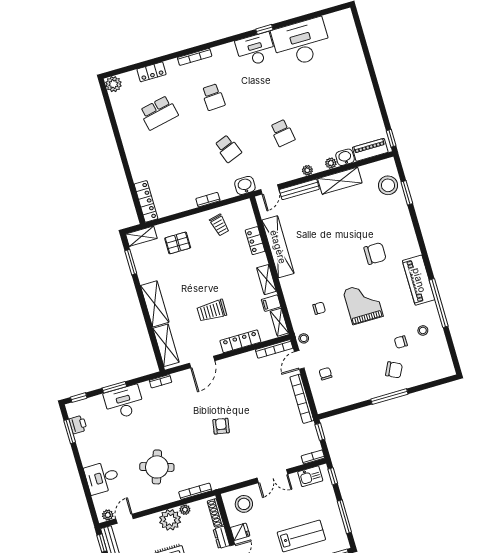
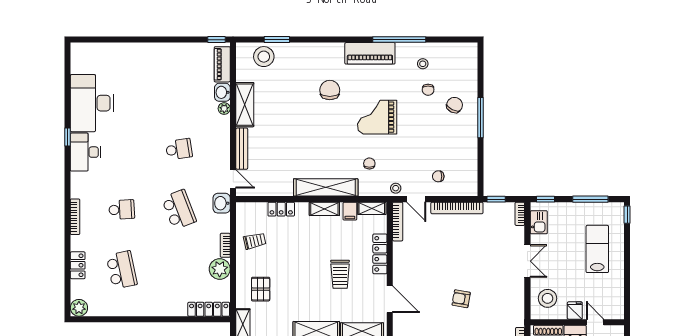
school desk: (228, 149) -> (179, 210), width x1.85
plant: (307, 170) -> (220, 269), moved, width x1.88, depth x1.88
shelving: (278, 247) -> (326, 187), moved

